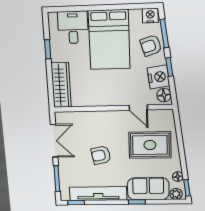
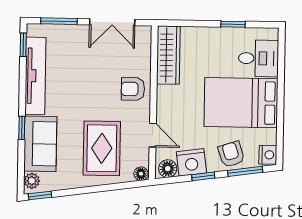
wardrobe: (61, 85) -> (168, 55), moved, turned -90
door: (138, 108) -> (153, 135), swing flipped
armchair: (101, 155) -> (133, 89), moved, turned -79
floor lamp: (178, 177) -> (141, 174), moved

